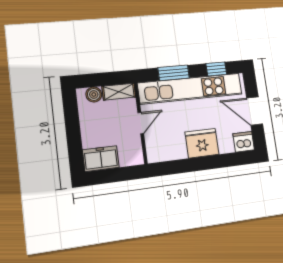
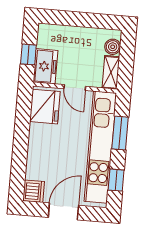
fridge: (202, 143) -> (45, 107), moved
freezer: (101, 159) -> (45, 66), moved
window: (118, 175) -> (28, 54), added

